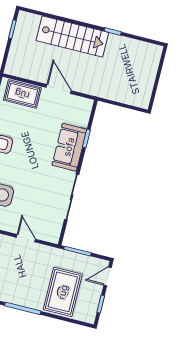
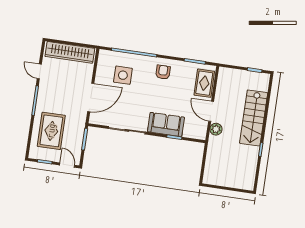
plant: (82, 85) -> (216, 129), added
door: (59, 89) -> (211, 111), swing flipped
door: (26, 238) -> (91, 97), width x1.87
rug: (63, 292) -> (51, 131), turned 90

